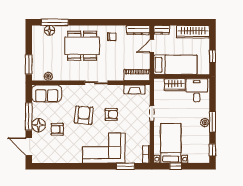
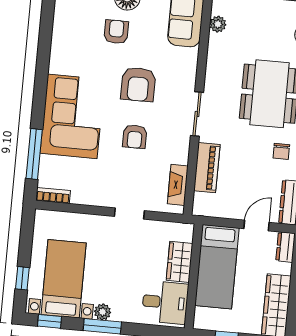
door: (152, 46) -> (256, 225), hinge flipped
piano: (137, 75) -> (207, 168), moved
armchair: (84, 115) -> (138, 84), turned 85
bed with nightstands: (171, 143) -> (64, 279), moved, turned -90
window: (125, 166) -> (34, 154), width x1.44
window: (176, 166) -> (22, 278), moved

